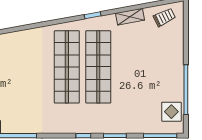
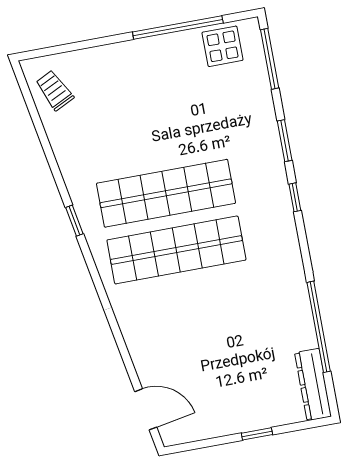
shelving: (130, 17) -> (65, 153), removed

